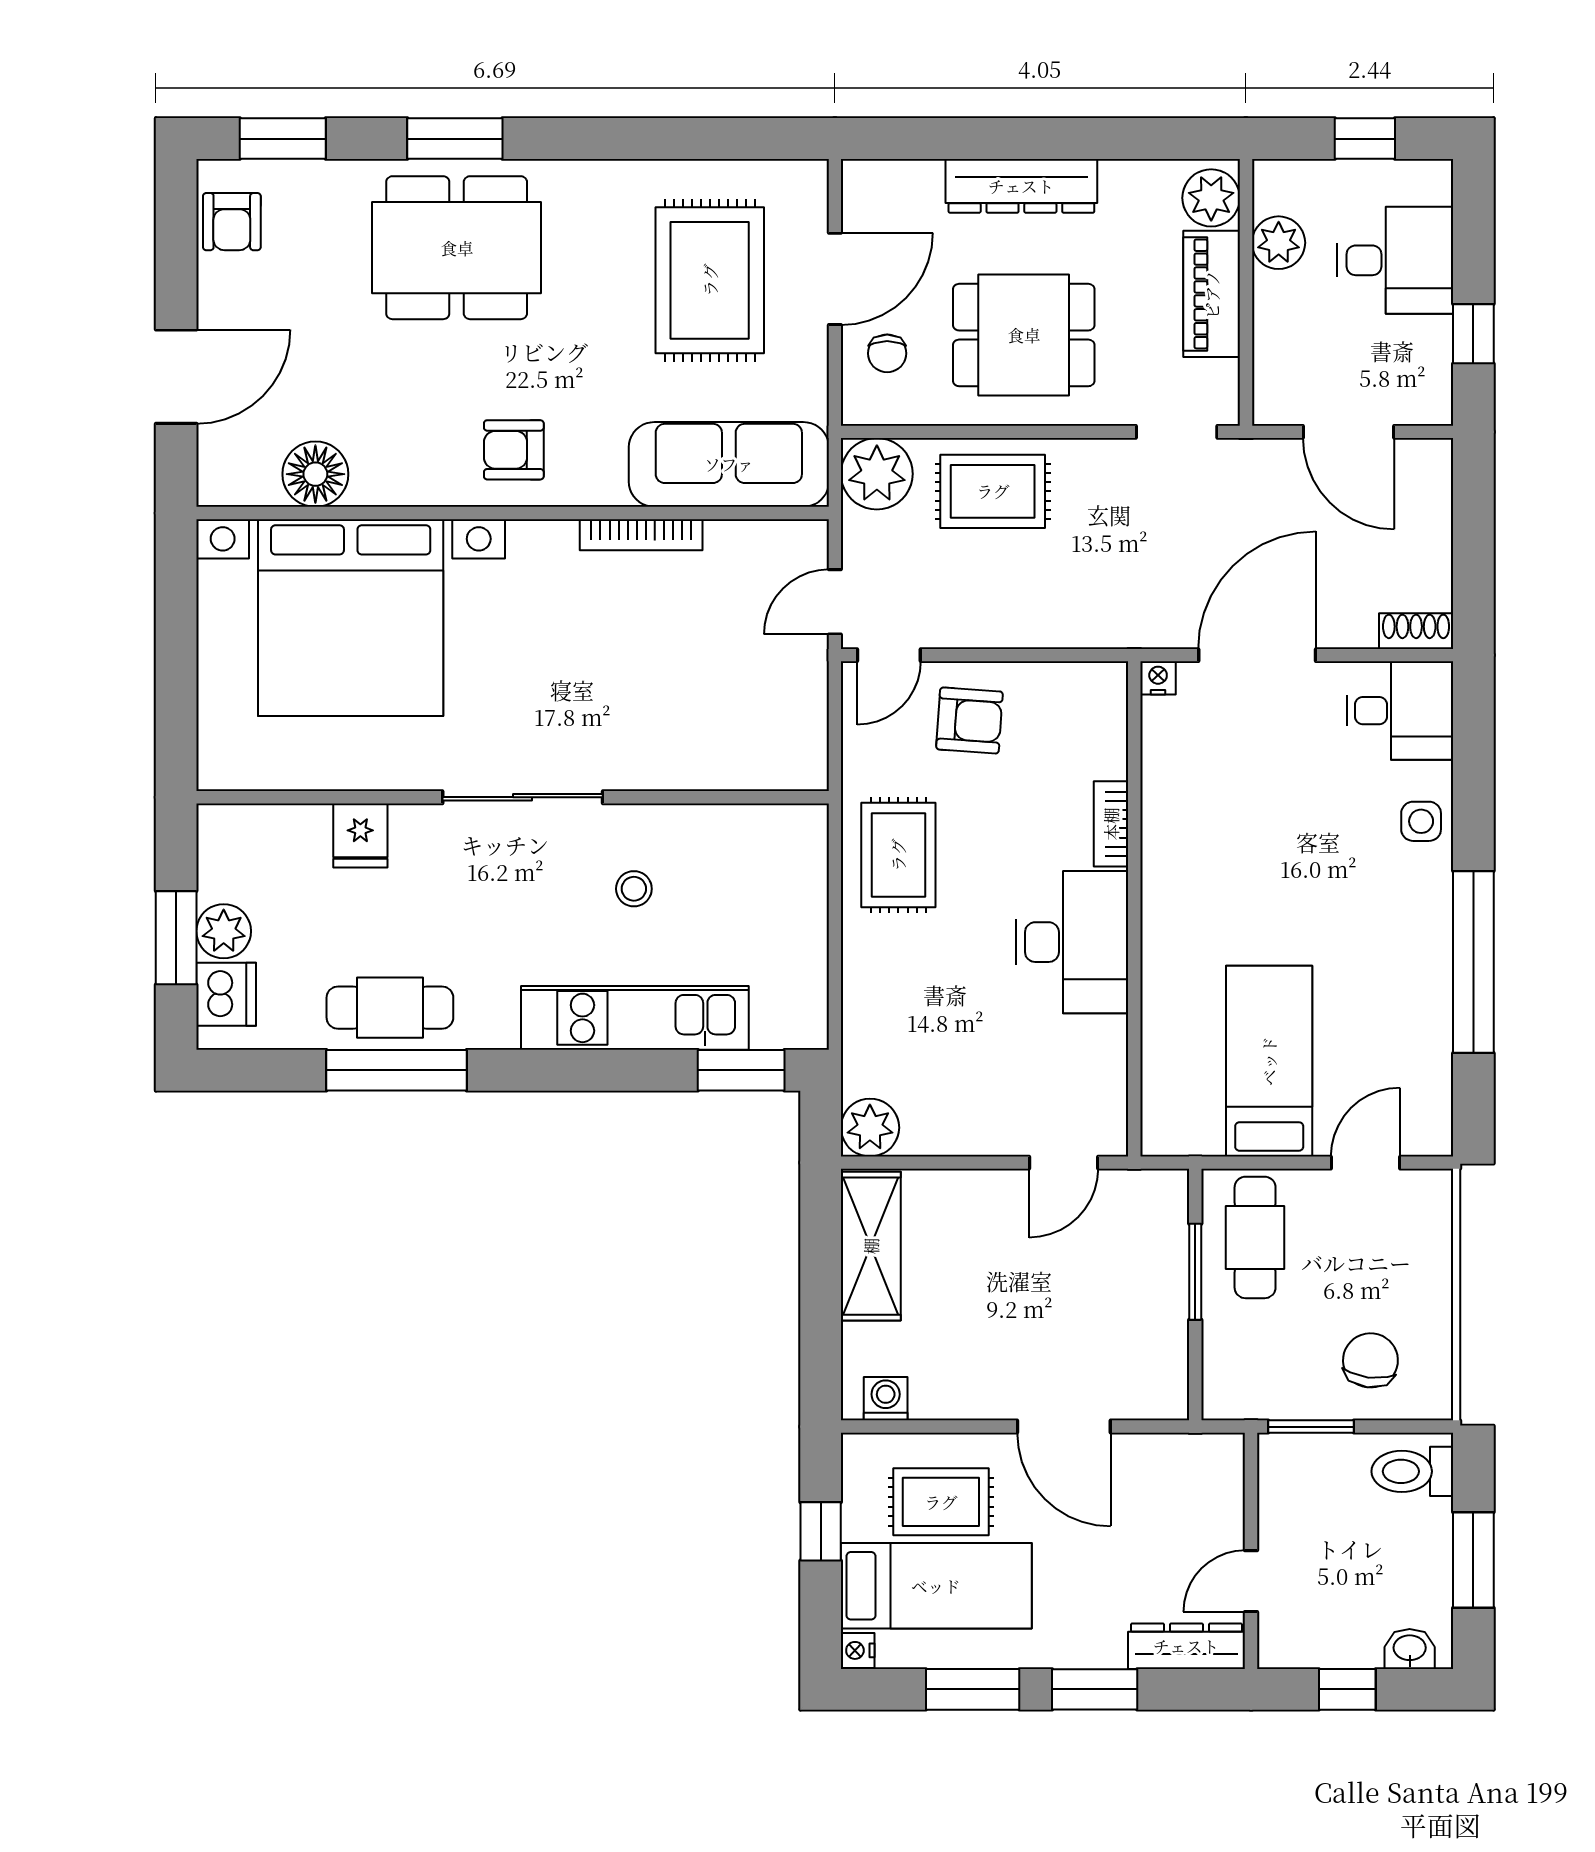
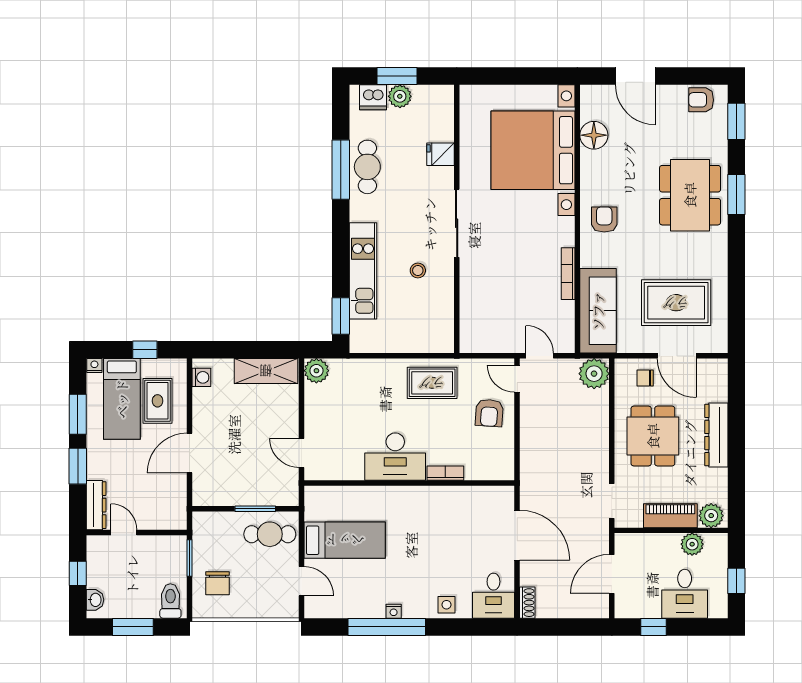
rug: (993, 491) -> (587, 423), removed
nightstand: (1158, 678) -> (394, 611), moved, turned 90
chair: (1370, 1360) -> (218, 583), turned 83

